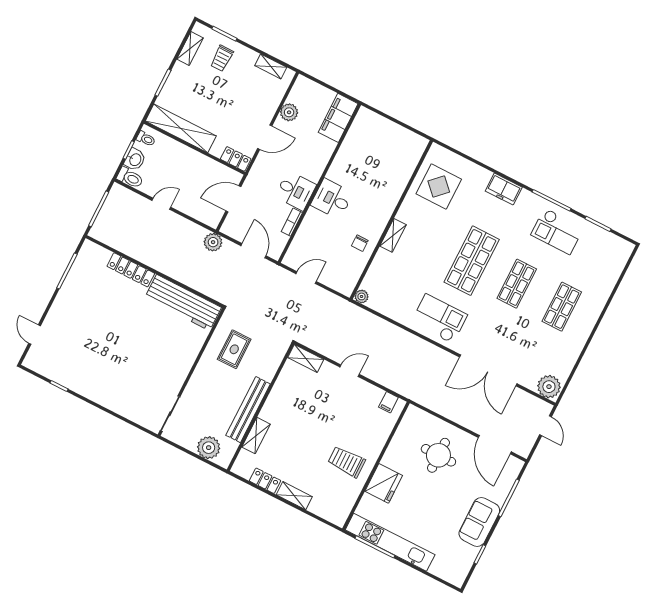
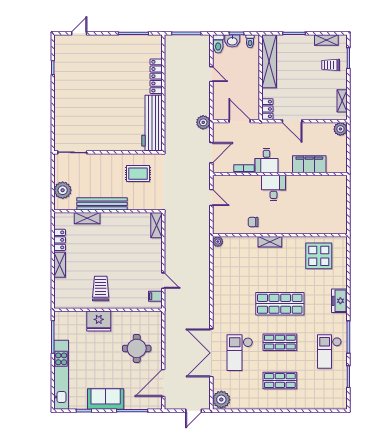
plant: (289, 112) -> (340, 129), moved
filing cabinet: (338, 118) -> (309, 164), moved
checkout: (439, 319) -> (240, 353), moved, turned 180
door: (350, 371) -> (163, 281), moved
kitchen unit: (390, 542) -> (61, 375), moved

